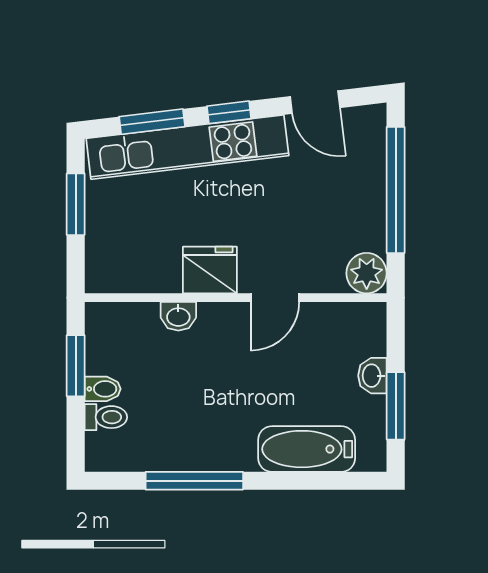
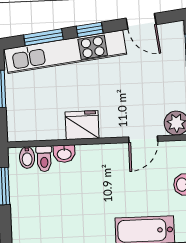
door: (275, 298) -> (143, 139), moved
bidet: (103, 389) -> (27, 158), moved, turned 90
toilet: (106, 417) -> (44, 159), moved, turned 90

